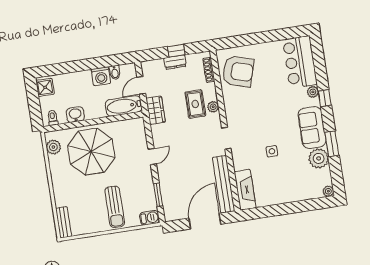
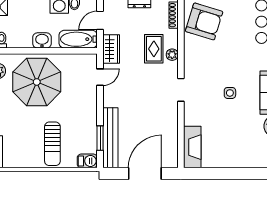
washbasin: (75, 115) -> (42, 40), moved
side table: (272, 151) -> (230, 93), moved
door: (152, 157) -> (100, 77), moved
bench: (224, 184) -> (110, 138), moved

